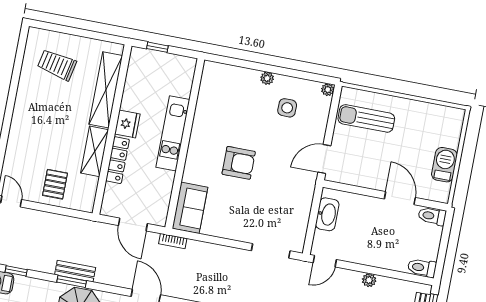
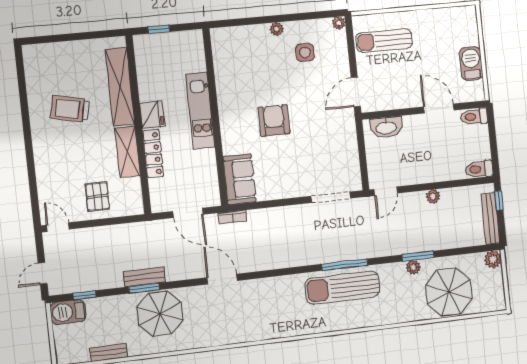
trolley: (57, 65) -> (70, 109), moved
armchair: (239, 163) -> (274, 121), turned -90
washbasin: (327, 214) -> (386, 127), moved, turned 90

